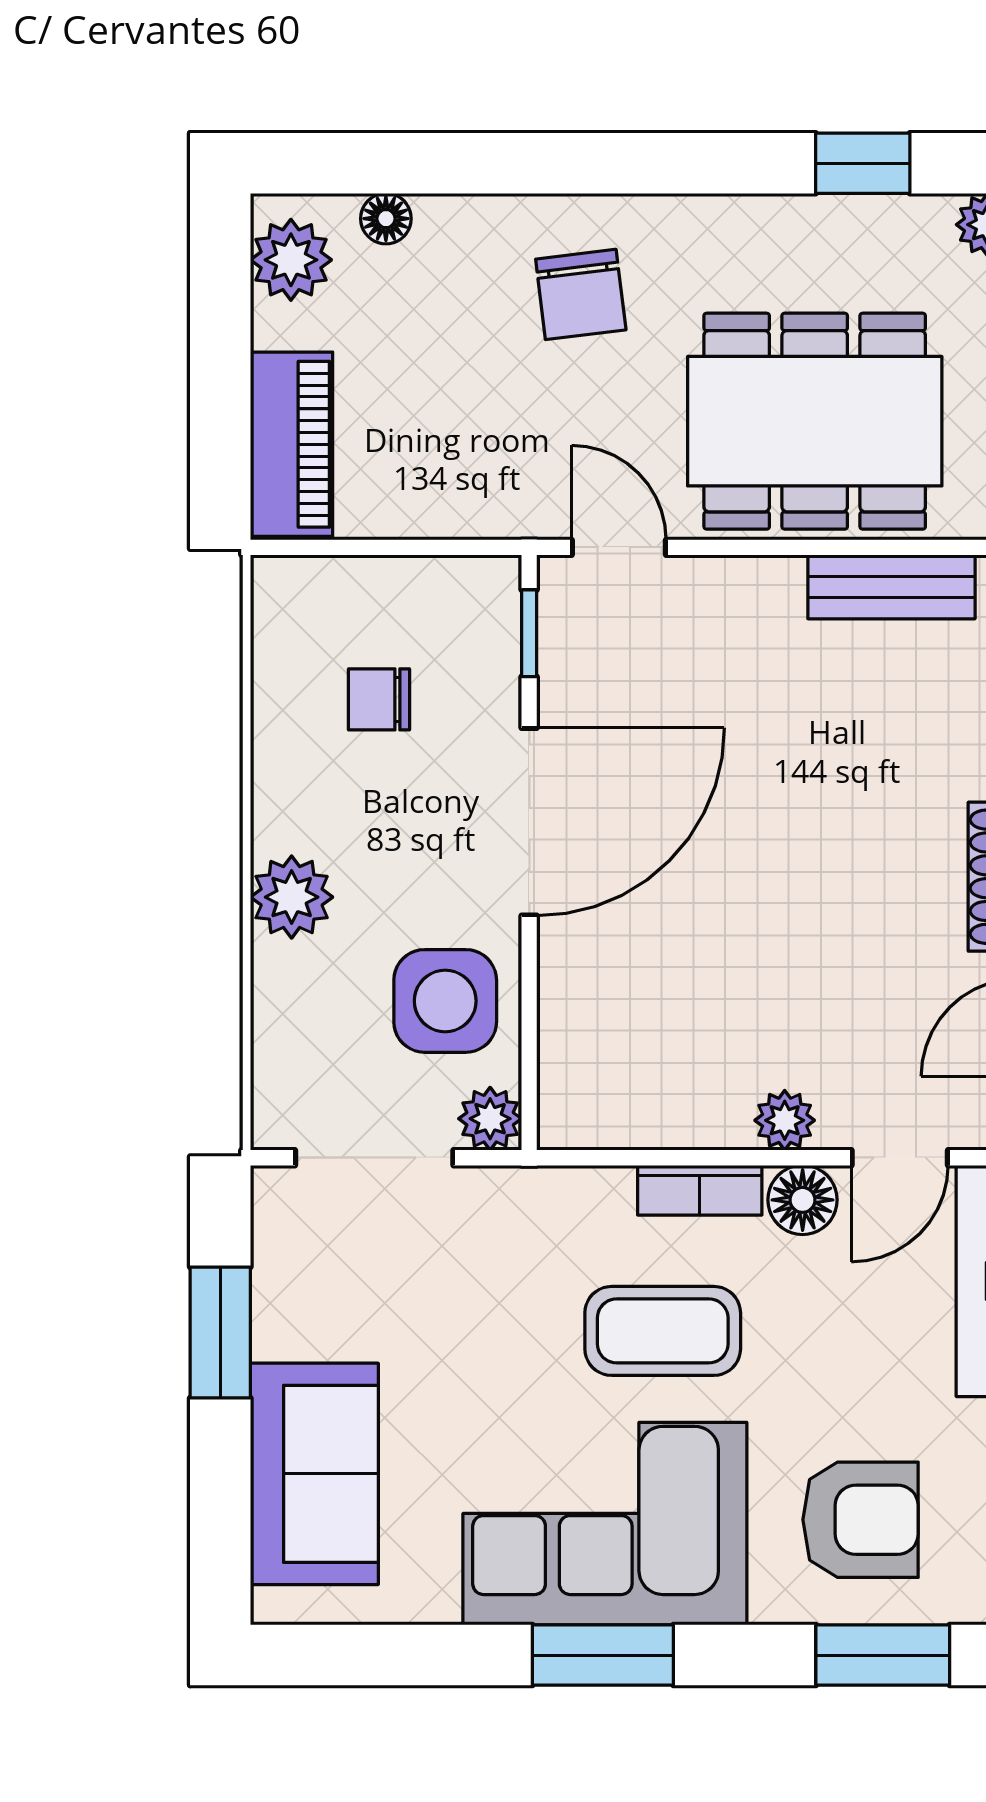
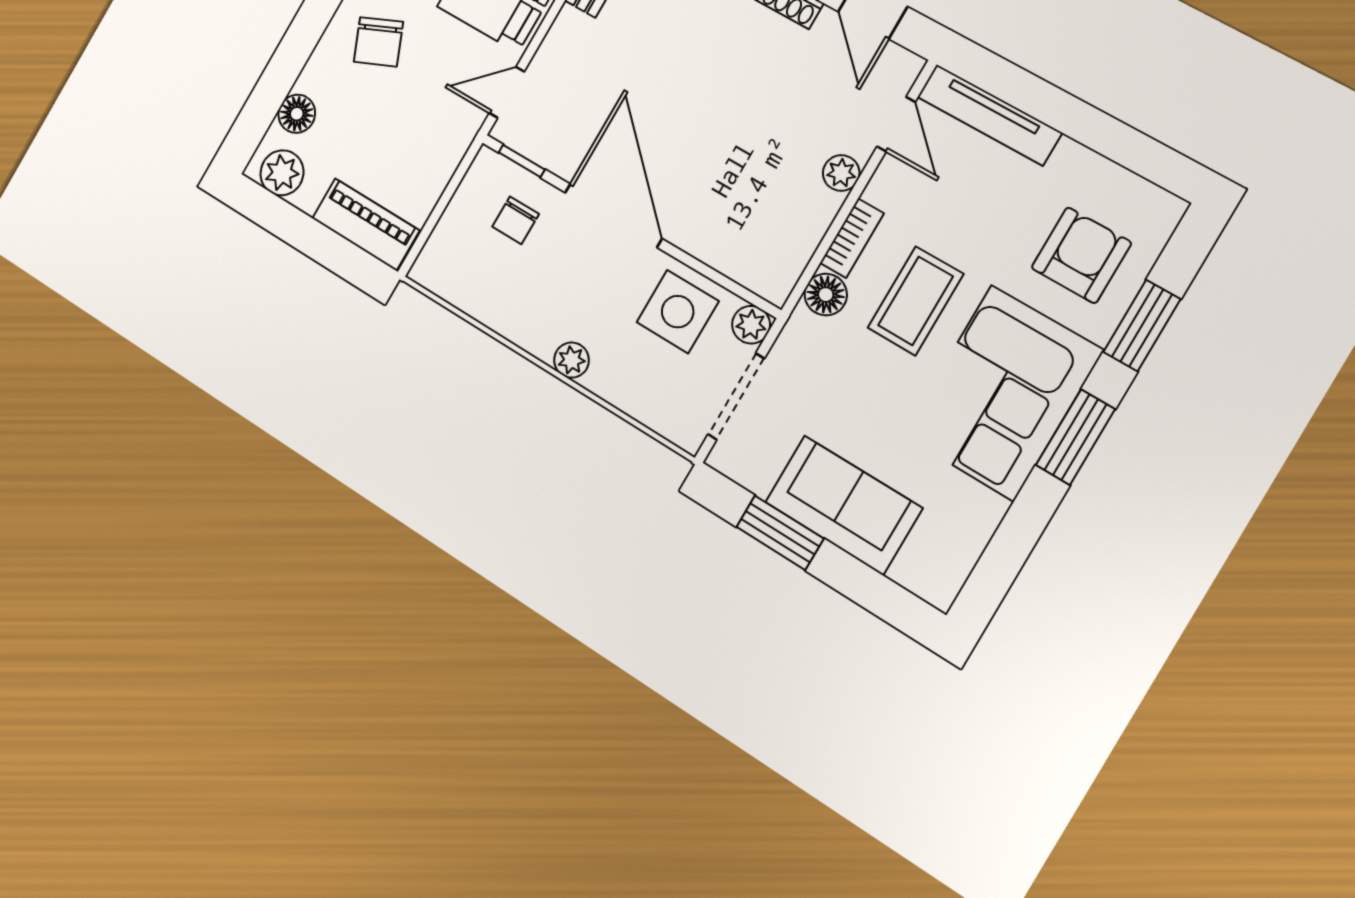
floor lamp: (386, 219) -> (297, 114), width x1.37, depth x1.37
chair: (581, 294) -> (378, 42), turned 74
chair: (379, 699) -> (516, 220), moved
plant: (292, 897) -> (572, 360), width x0.73, depth x0.73
floor lamp: (803, 1200) -> (826, 295), moved
sofa: (314, 1474) -> (844, 505), moved
window: (883, 1655) -> (1142, 326), moved

